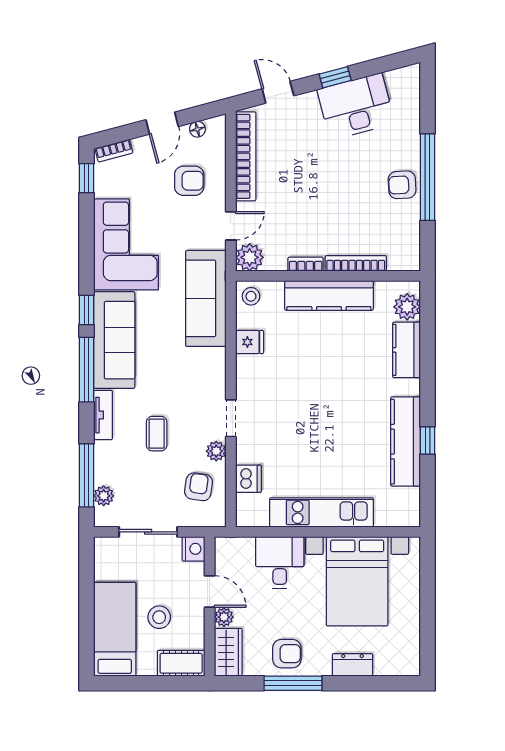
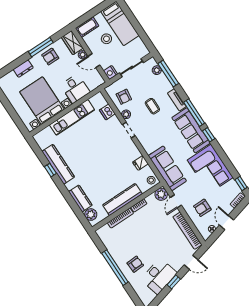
armchair: (402, 185) -> (135, 264), moved

